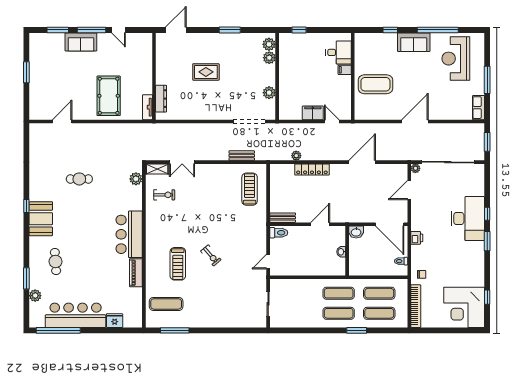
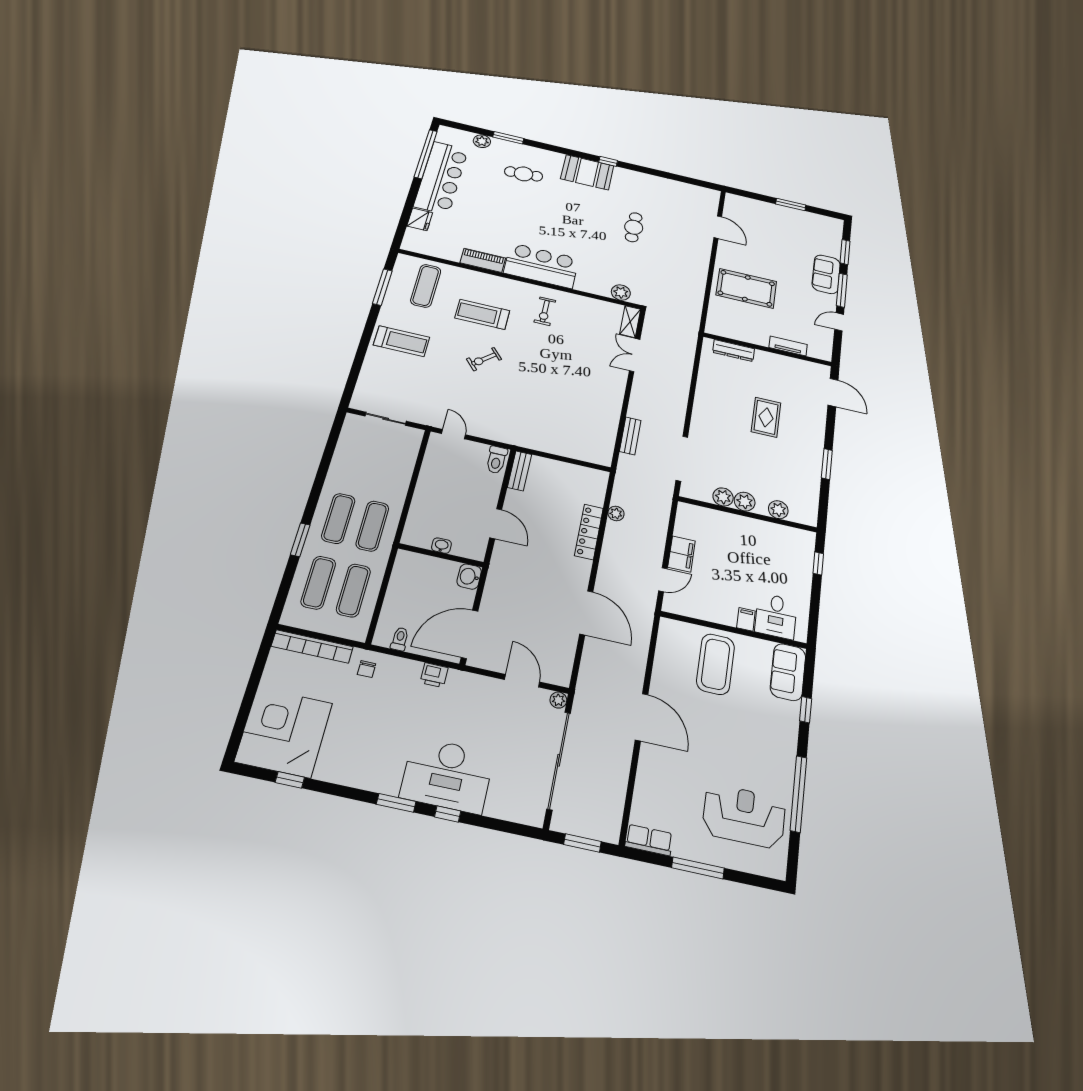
sofa: (414, 42) -> (788, 672), moved
plant: (269, 44) -> (745, 502), moved
tv unit: (148, 107) -> (788, 346), moved
treadmill: (250, 189) -> (402, 341), moved
exercise bike: (164, 195) -> (545, 311), moved

